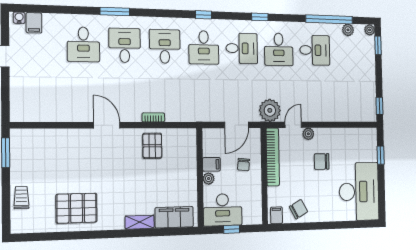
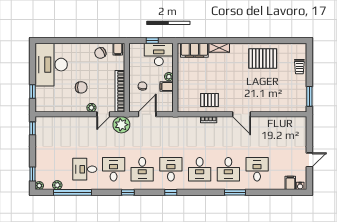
desk: (242, 48) -> (142, 169), turned -90
pallet: (152, 146) -> (210, 100), turned 90

